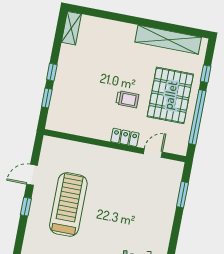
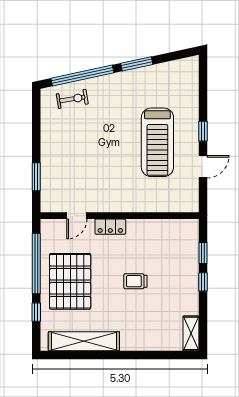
trolley: (127, 99) -> (135, 281), moved

